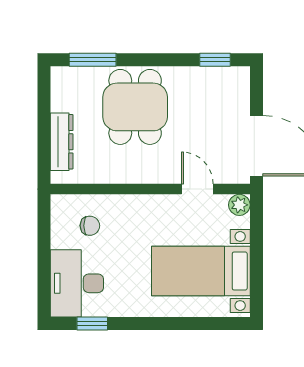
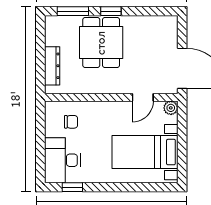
window: (215, 60) -> (111, 11), moved
door: (197, 189) -> (143, 97), swing flipped

